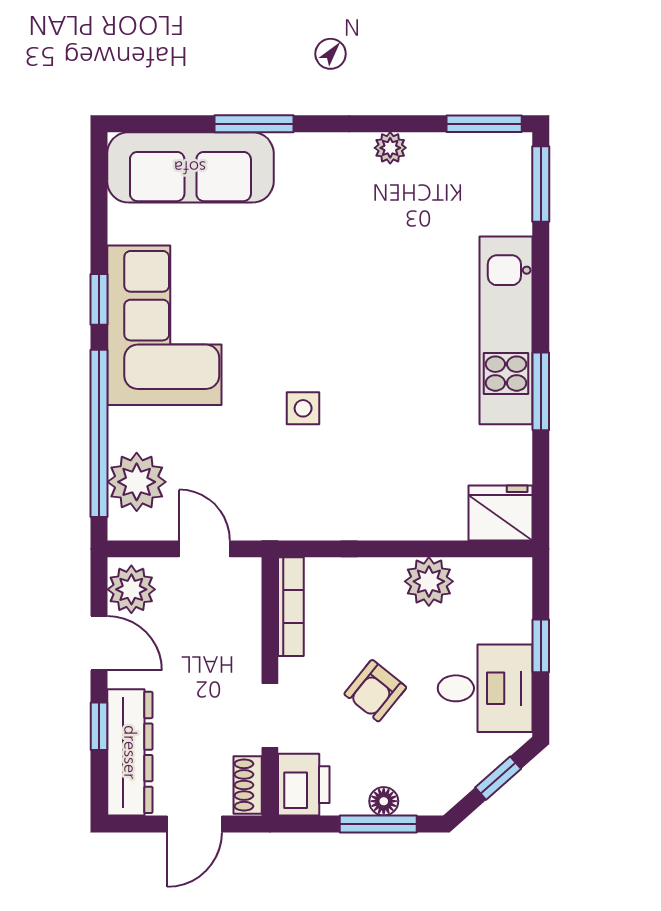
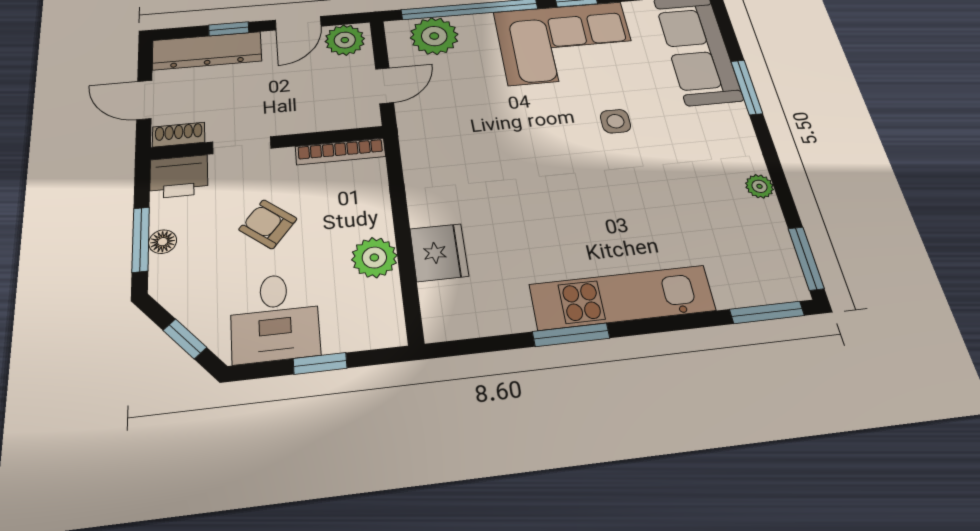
side table: (303, 408) -> (615, 121), moved
fridge: (501, 513) -> (439, 252), moved

